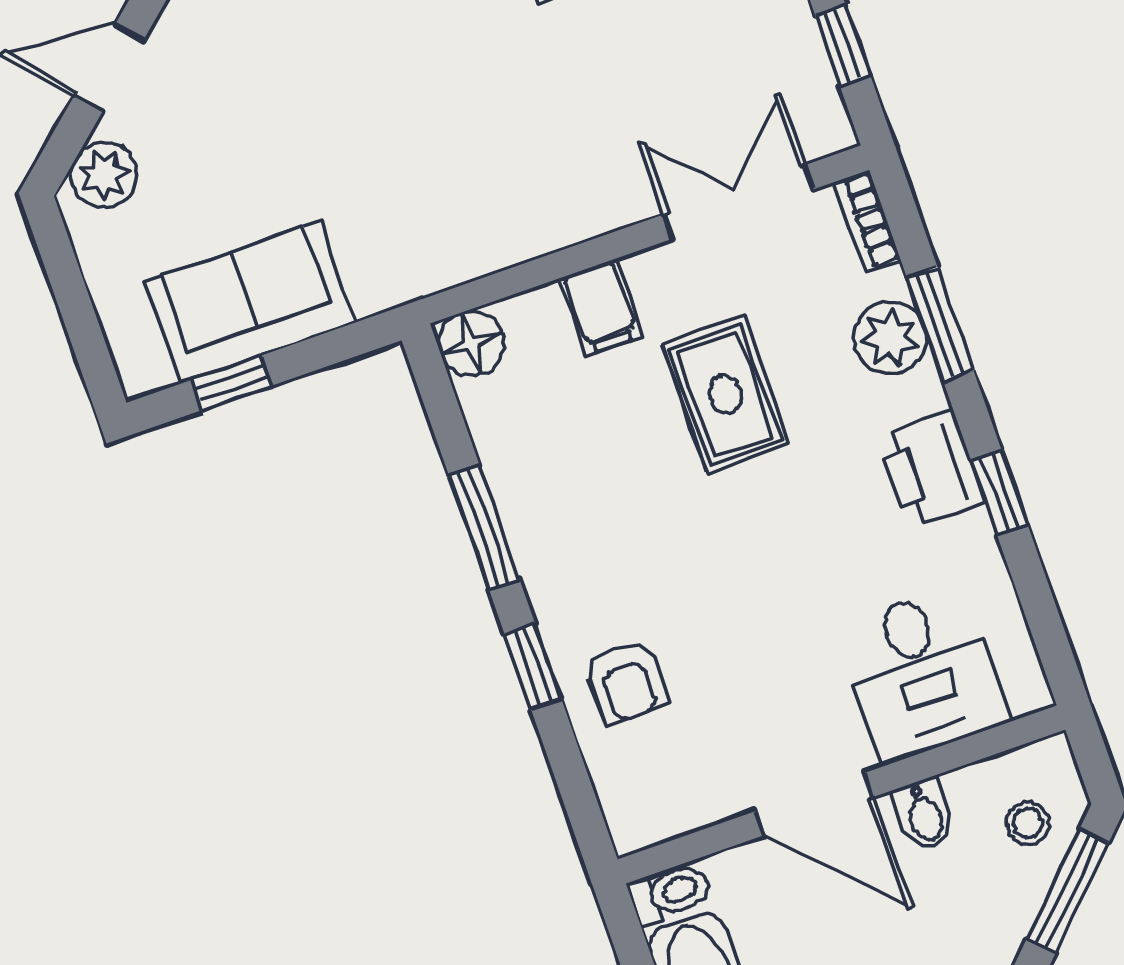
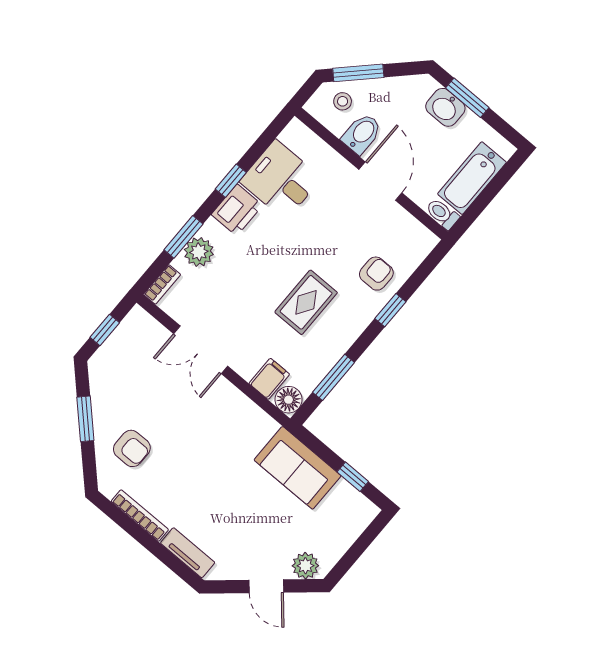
double door: (738, 202) -> (201, 350), moved
sofa: (250, 302) -> (298, 468), moved
filing cabinet: (601, 307) -> (269, 379), moved
rug: (725, 394) -> (306, 302), moved
window: (484, 527) -> (334, 377), moved
desk: (922, 673) -> (281, 180), moved, turned -90
bidet: (924, 815) -> (362, 134), width x1.38, depth x1.36

